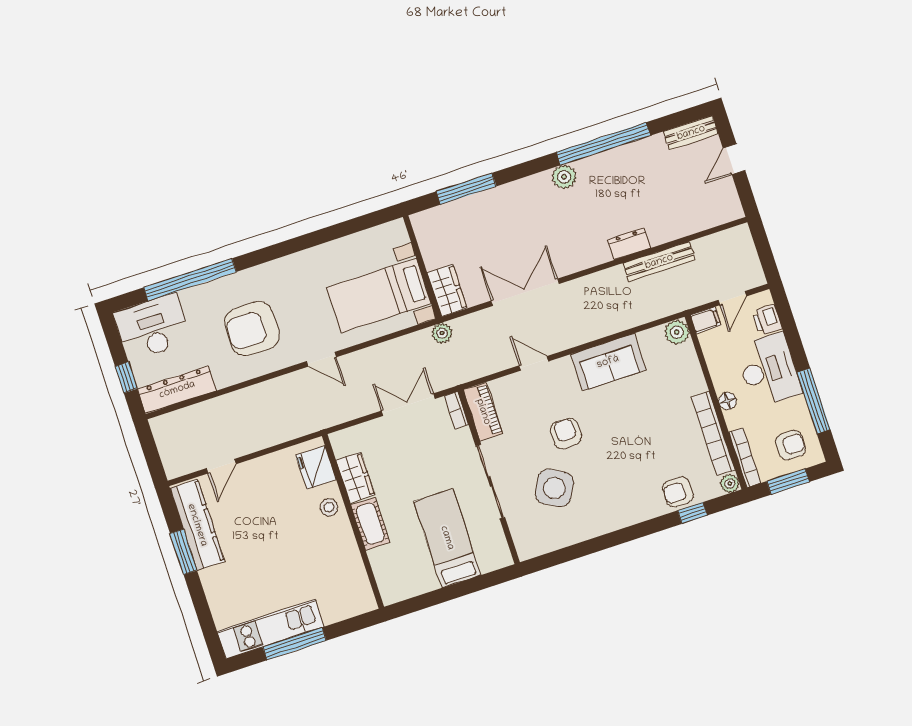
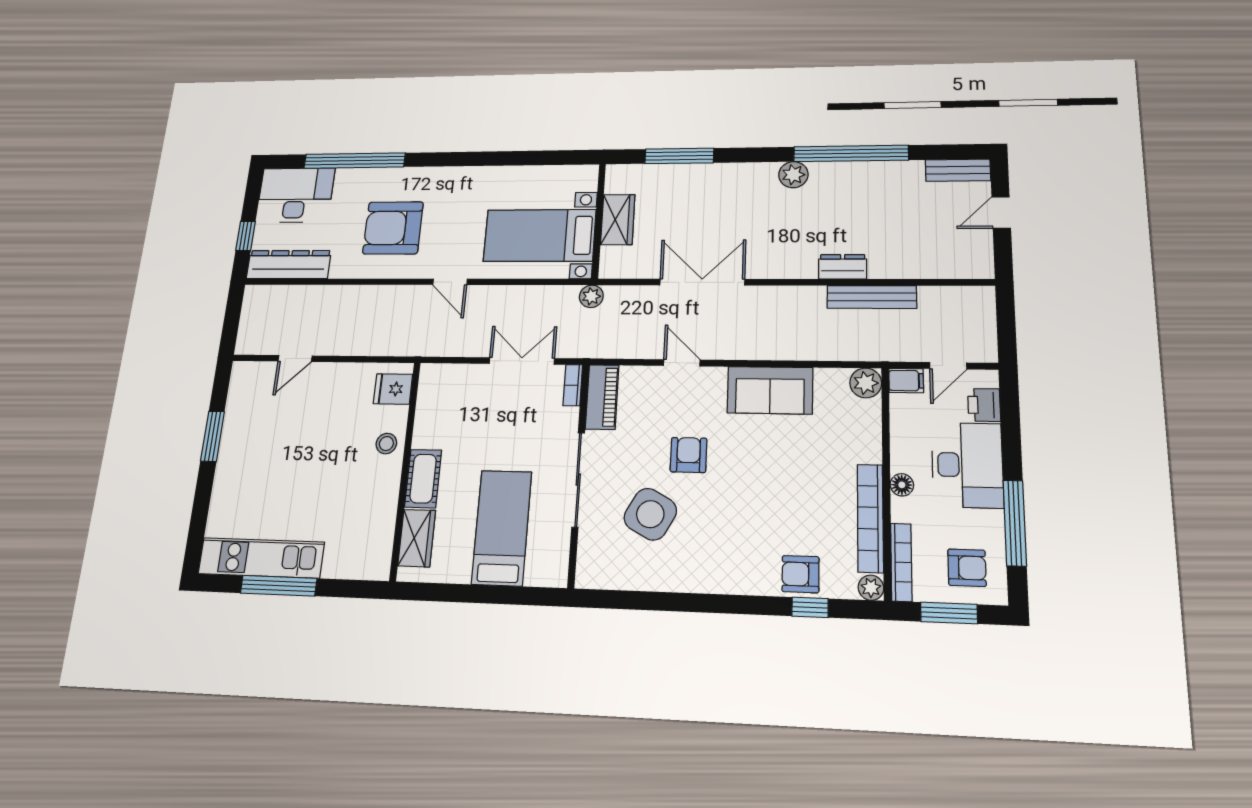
wardrobe: (447, 290) -> (618, 220), moved
fridge: (316, 467) -> (393, 389), width x0.72
wardrobe: (355, 478) -> (417, 538), moved
kitchen counter: (197, 525) -> (241, 412), removed

